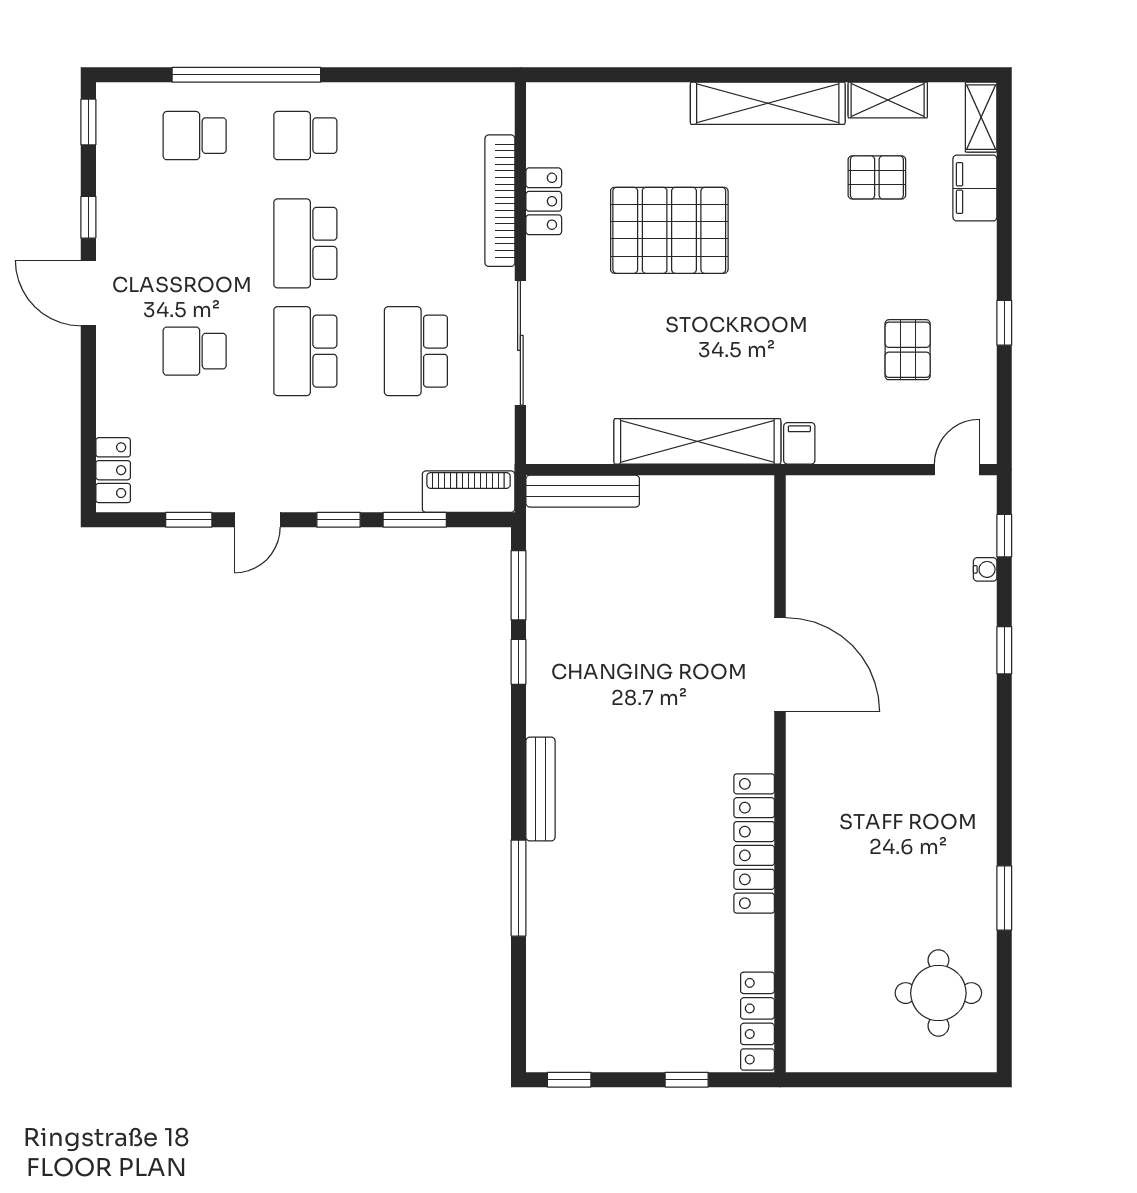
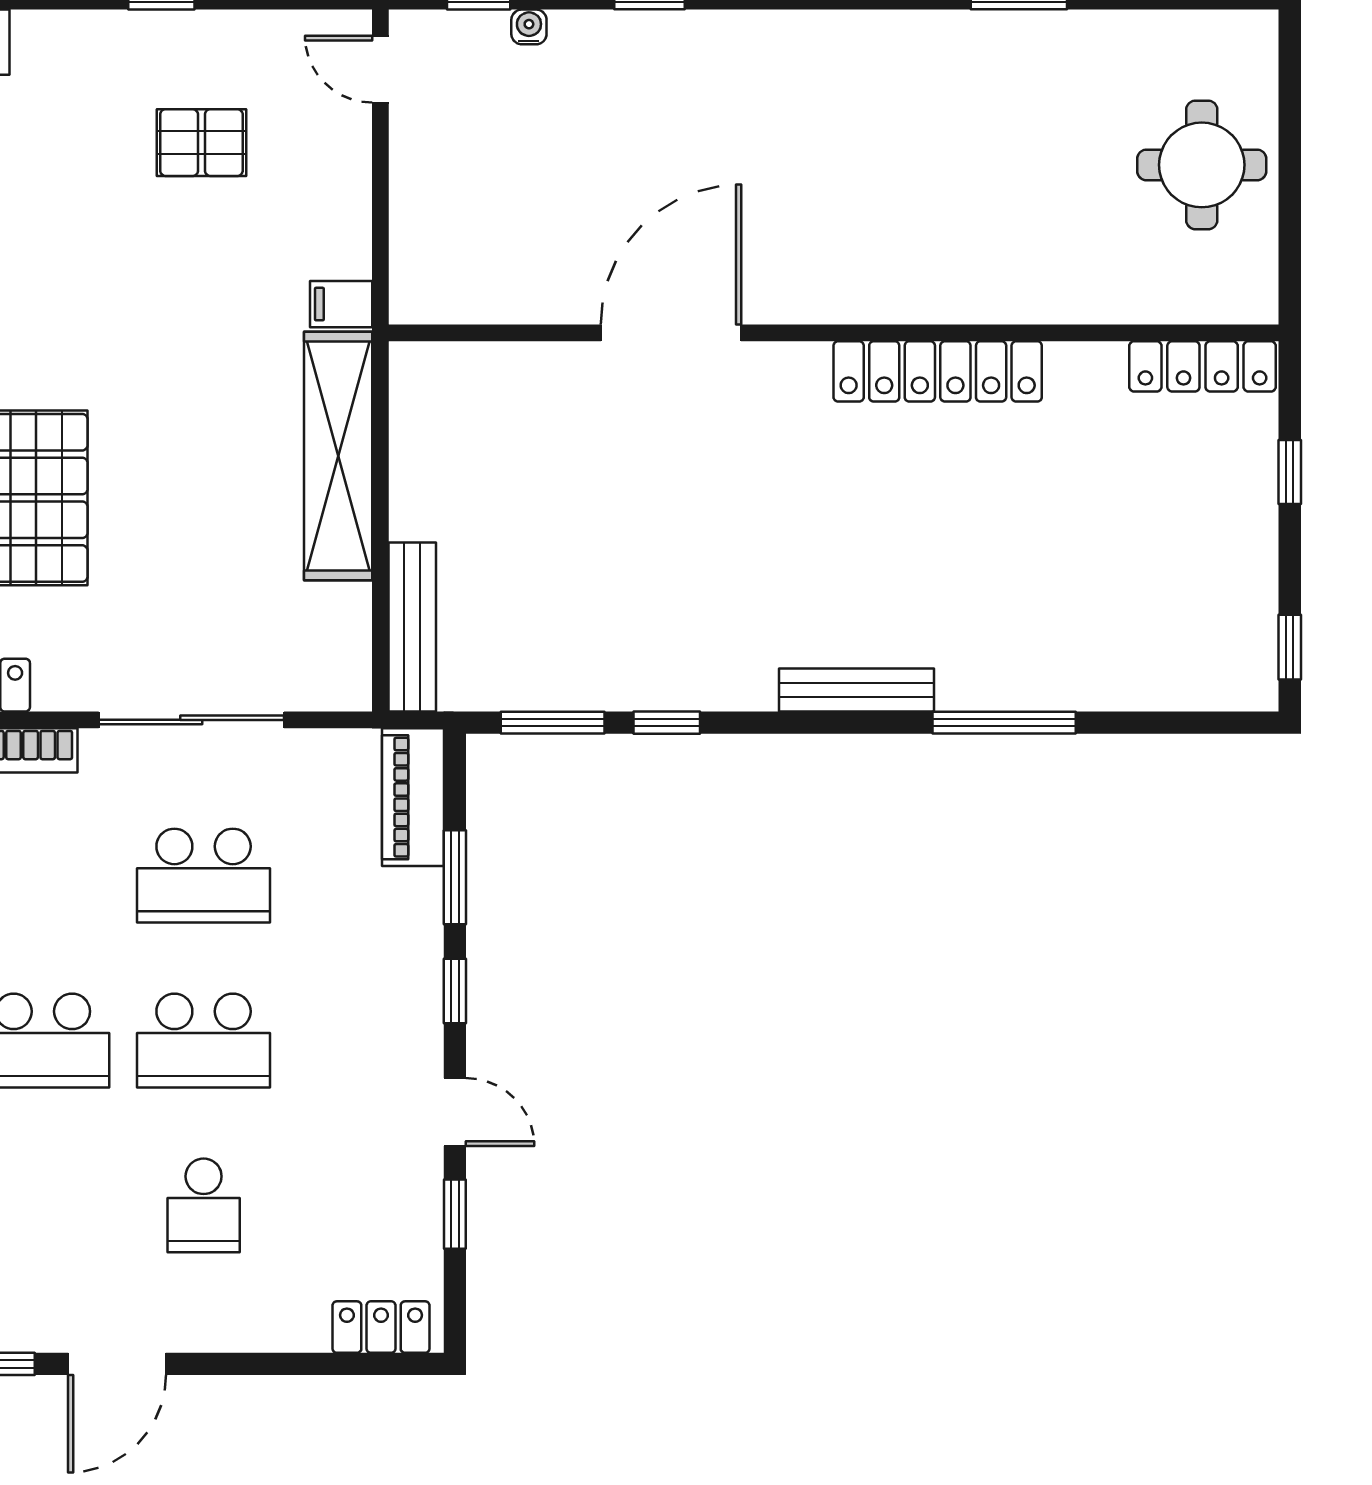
round table: (938, 993) -> (1202, 165), moved

